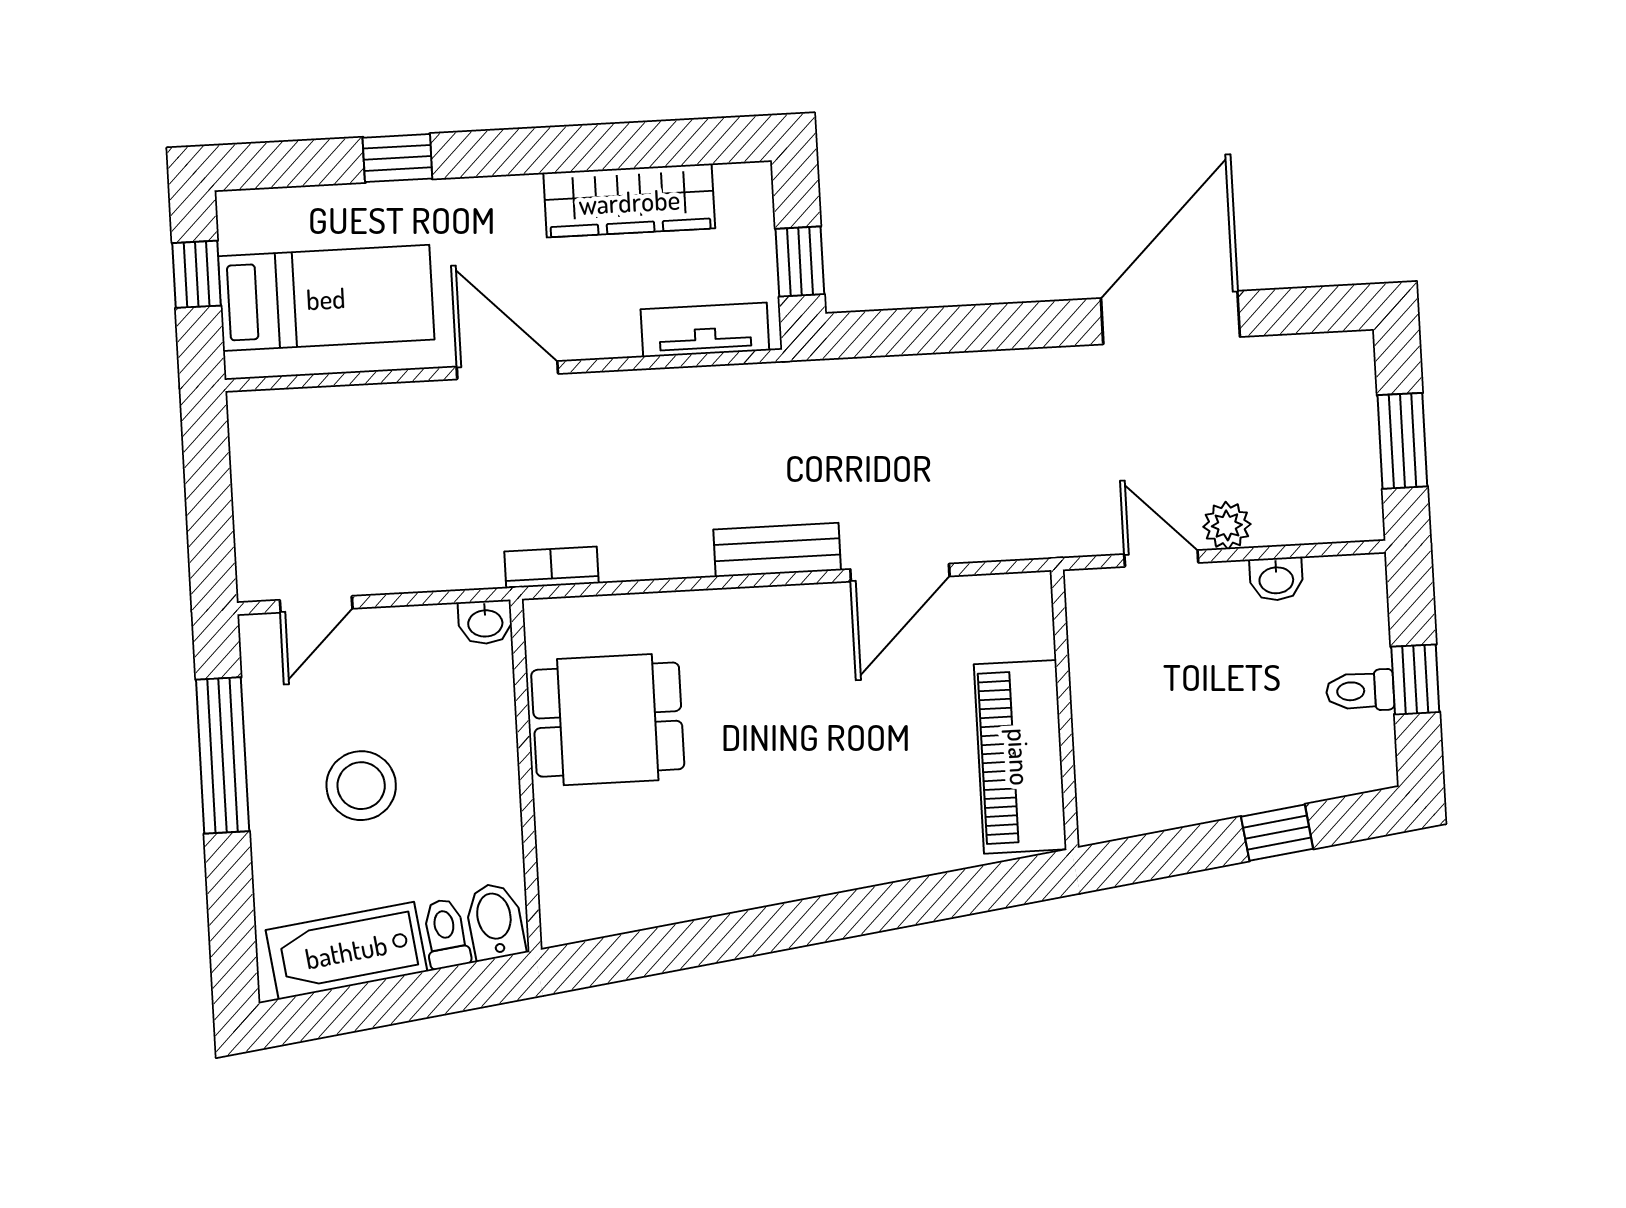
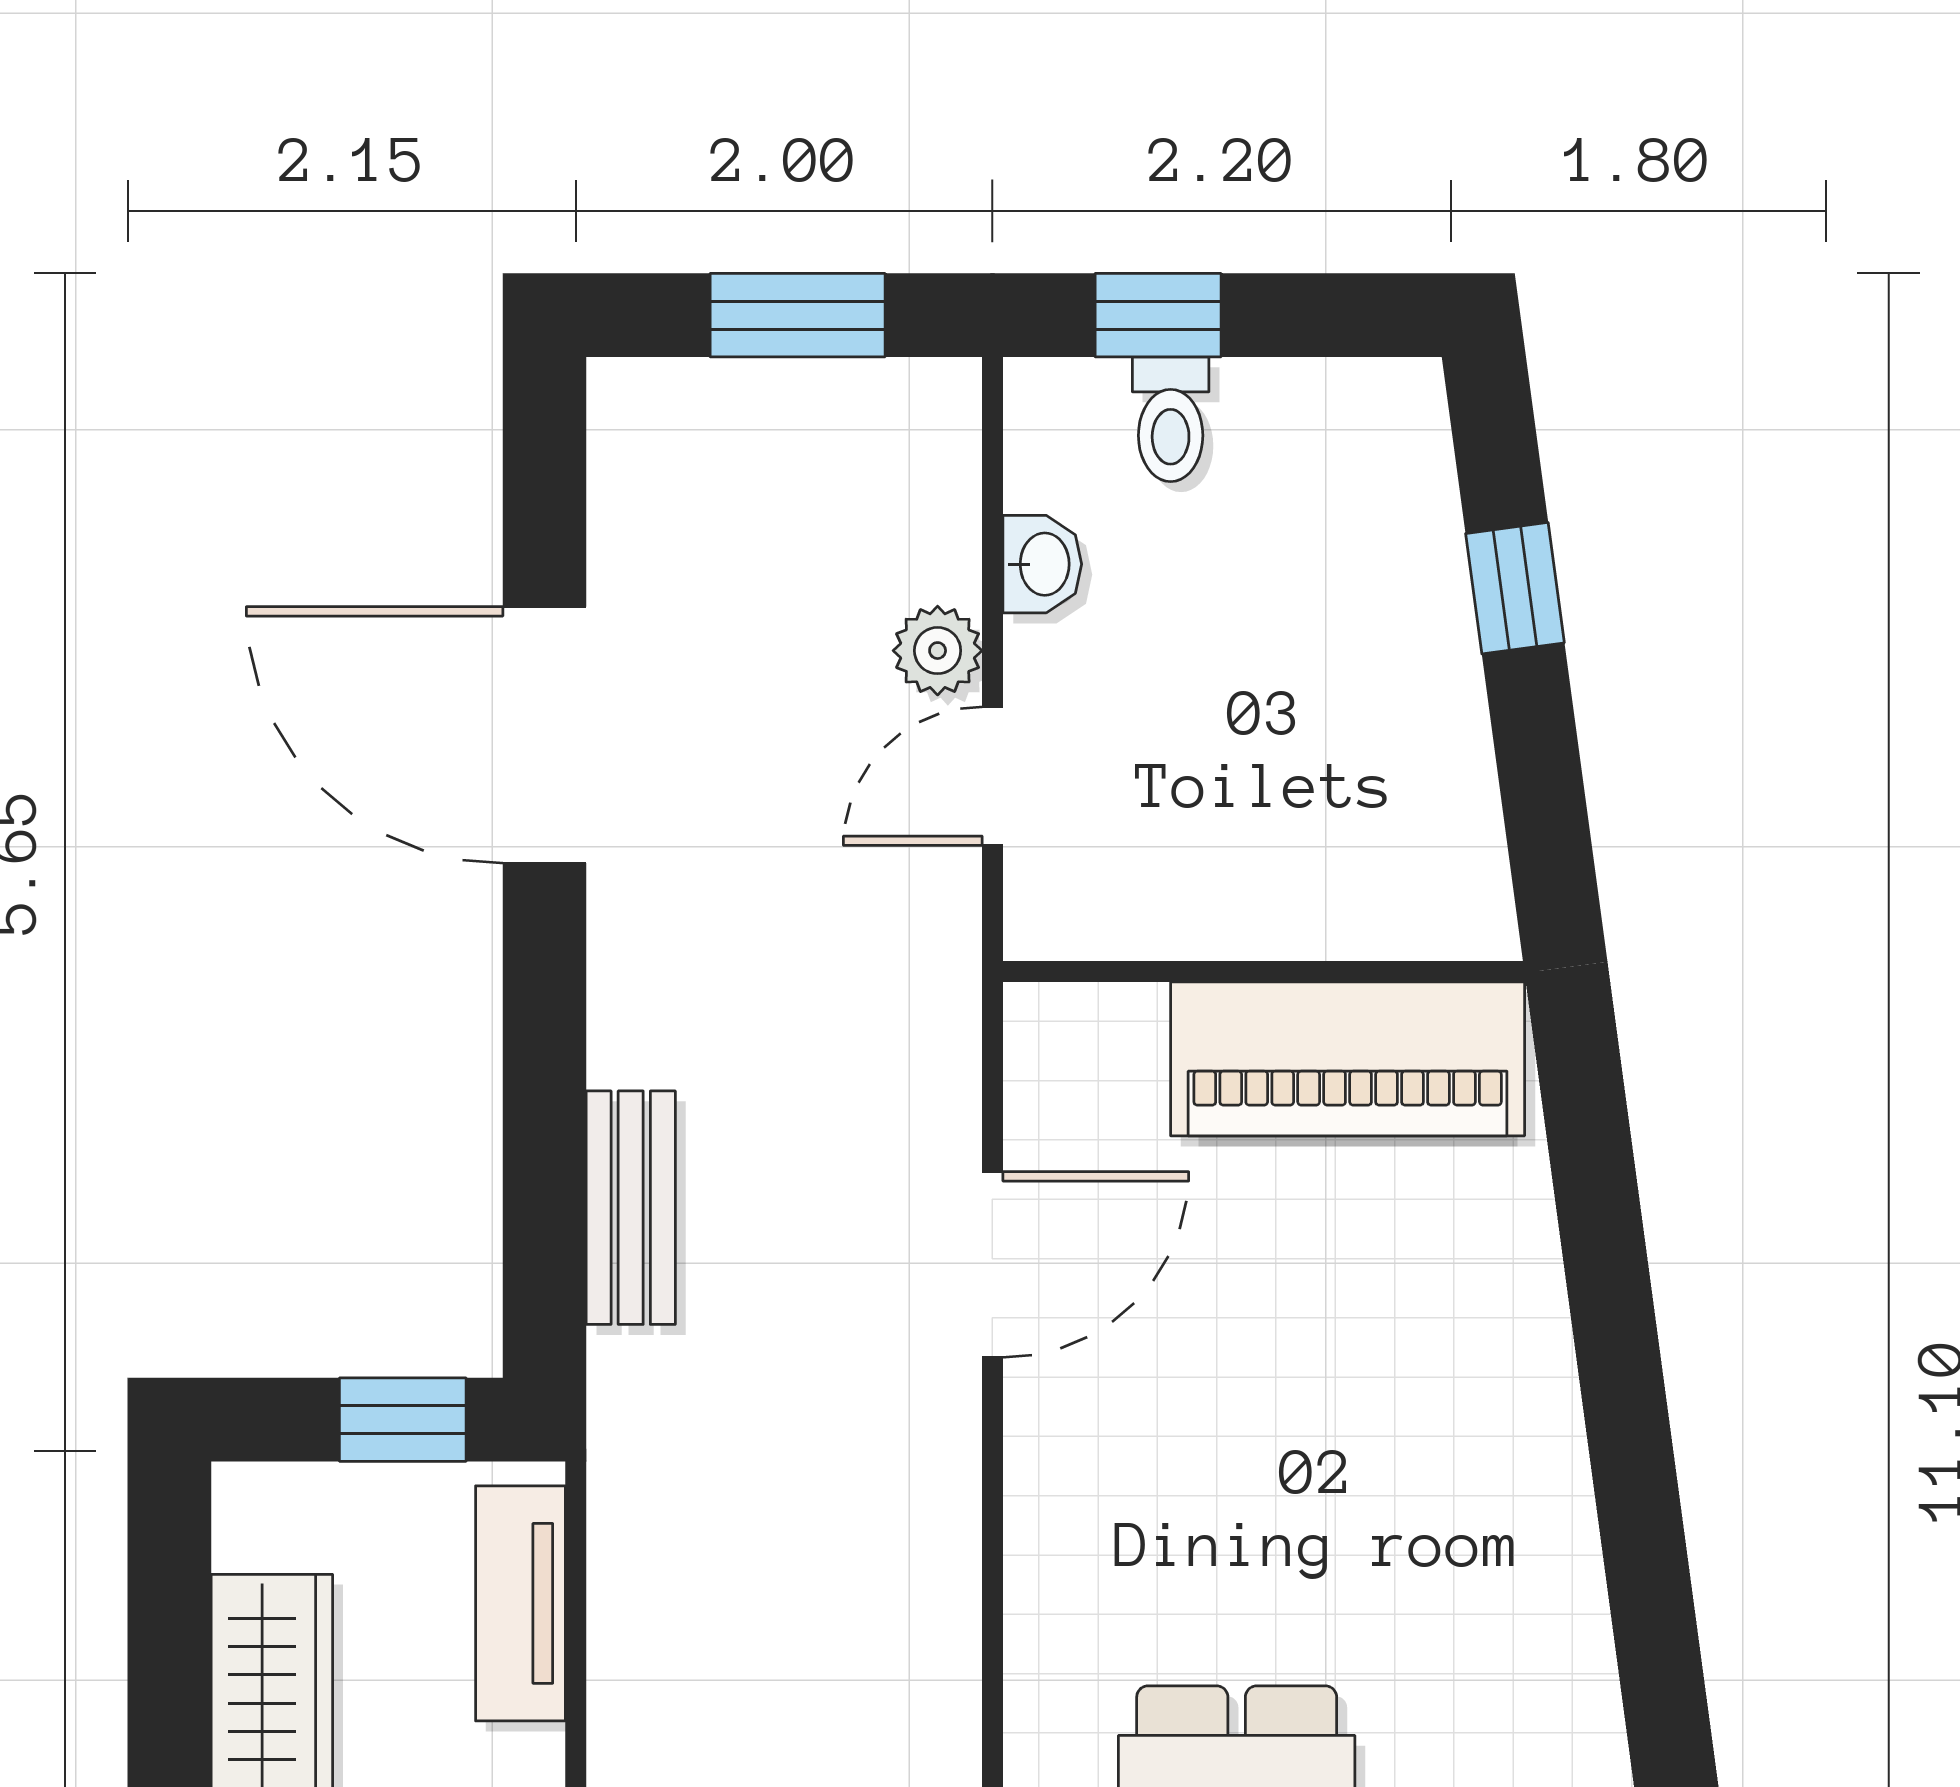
bench: (777, 550) -> (631, 1208), moved
door: (900, 573) -> (992, 1265), hinge flipped
window: (1415, 679) -> (1158, 315), moved
toilet: (1360, 691) -> (1171, 419), moved

